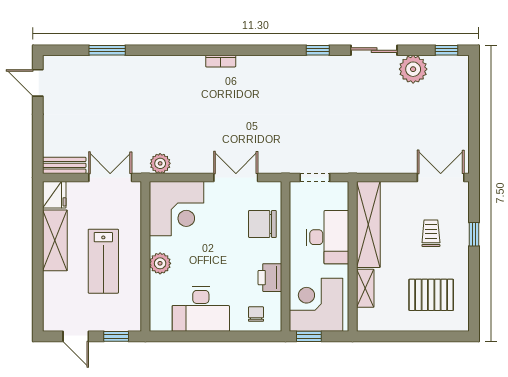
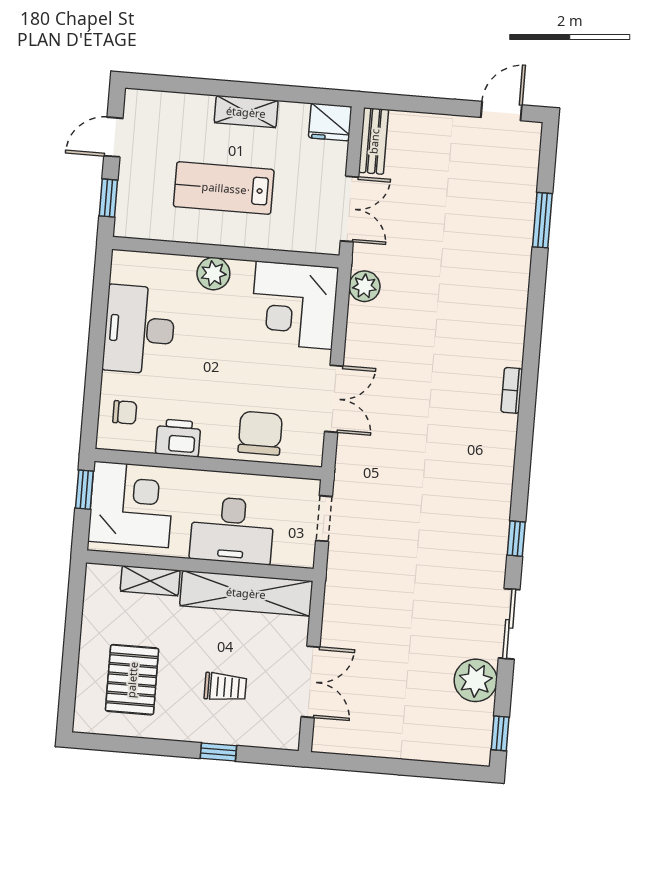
double door: (441, 177) -> (311, 682), moved
shelving: (55, 240) -> (246, 112), width x0.67, depth x0.75

